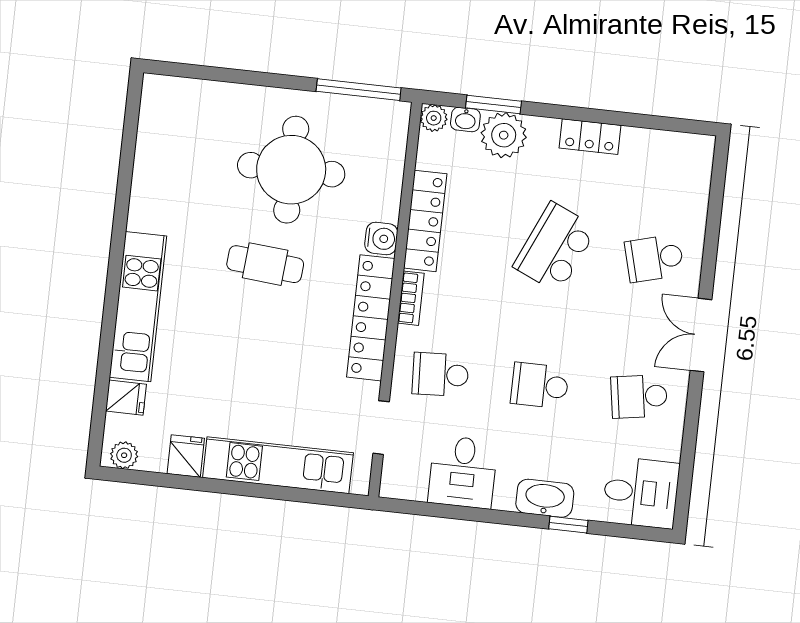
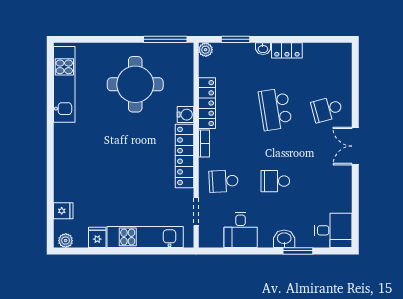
washbasin: (465, 120) -> (263, 49), moved
plant: (504, 135) -> (242, 55), removed
school desk: (555, 247) -> (275, 109), turned -33
cafe table: (265, 264) -> (127, 134), removed
kitchen unit: (138, 307) -> (64, 84), moved
school desk: (639, 396) -> (327, 181), removed
washbasin: (545, 498) -> (284, 239), width x0.72
window: (568, 525) -> (298, 251), width x1.50

